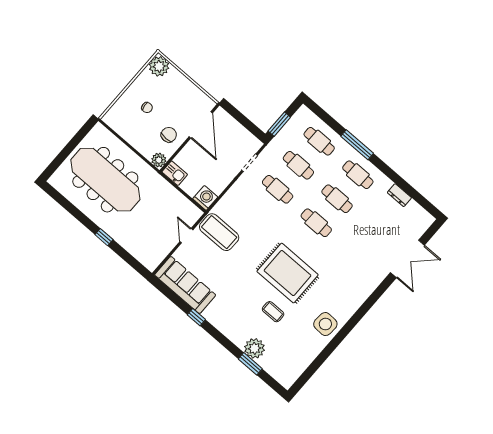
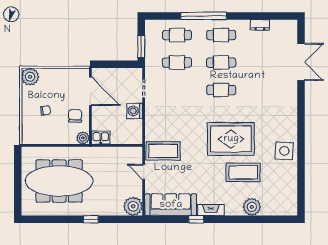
window: (357, 145) -> (204, 16), width x1.46
cafe table: (278, 189) -> (177, 90), removed
washing machine: (205, 198) -> (135, 111), moved, turned -90
plant: (151, 258) -> (133, 206), added
coffee table: (273, 312) -> (243, 172), width x1.86, depth x1.72
fireplace: (216, 320) -> (211, 210), added
window: (250, 364) -> (258, 219), removed

